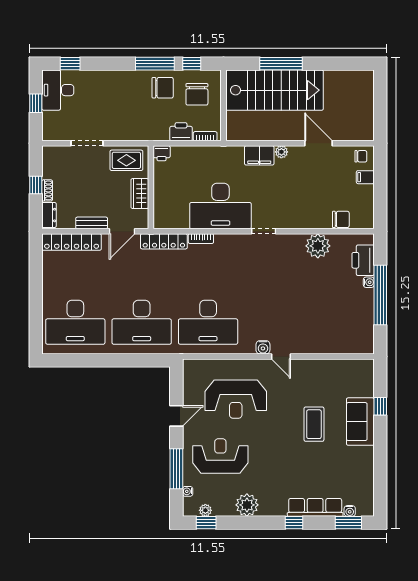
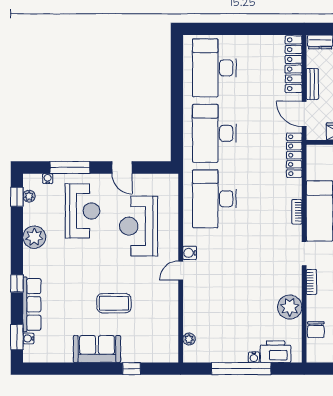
bookcase: (292, 224) -> (311, 282), added
bookcase: (201, 239) -> (297, 212), moved
plant: (350, 348) -> (189, 339), added
sofa: (360, 422) -> (97, 349), moved

